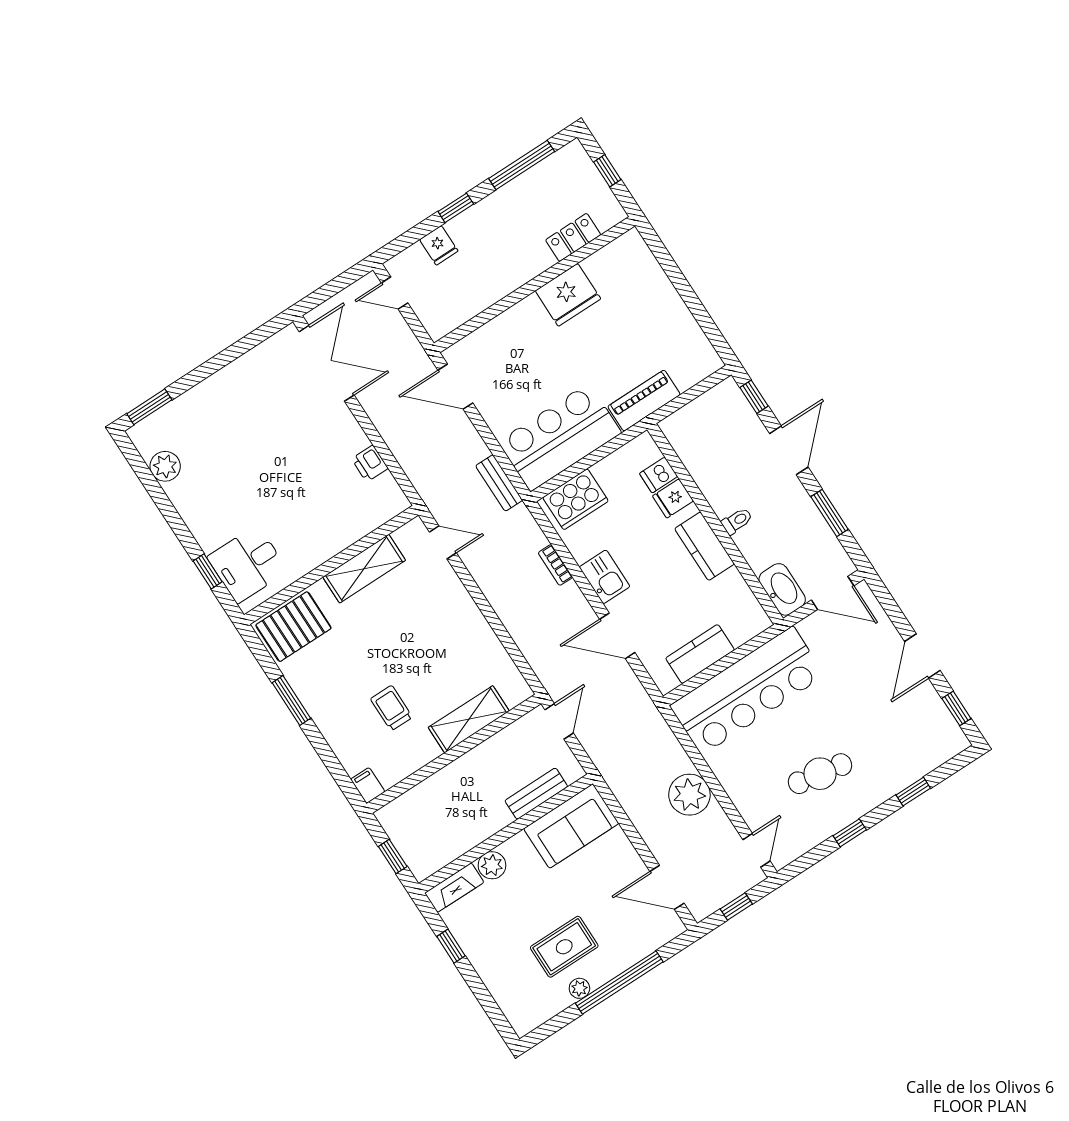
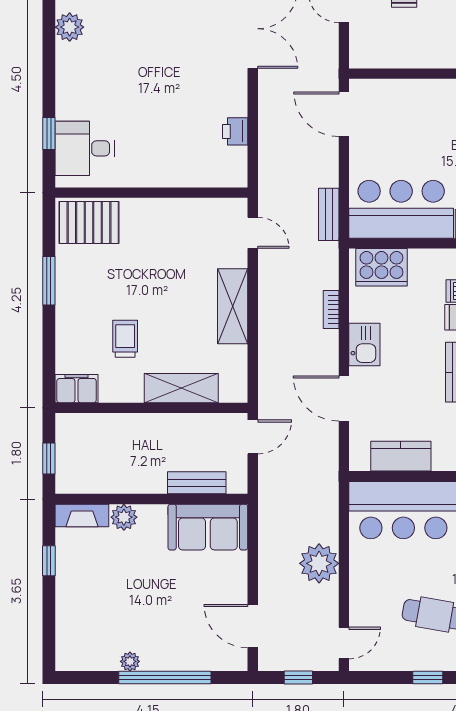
shelving: (364, 569) -> (233, 306), moved, turned 90
filing cabinet: (368, 786) -> (76, 389), width x2.00
rug: (564, 947) -> (139, 620), removed

